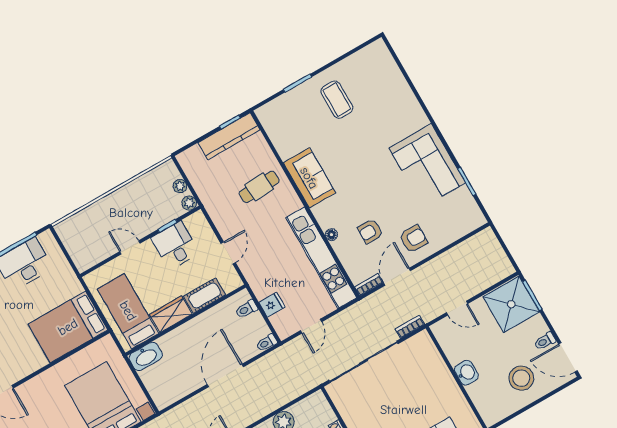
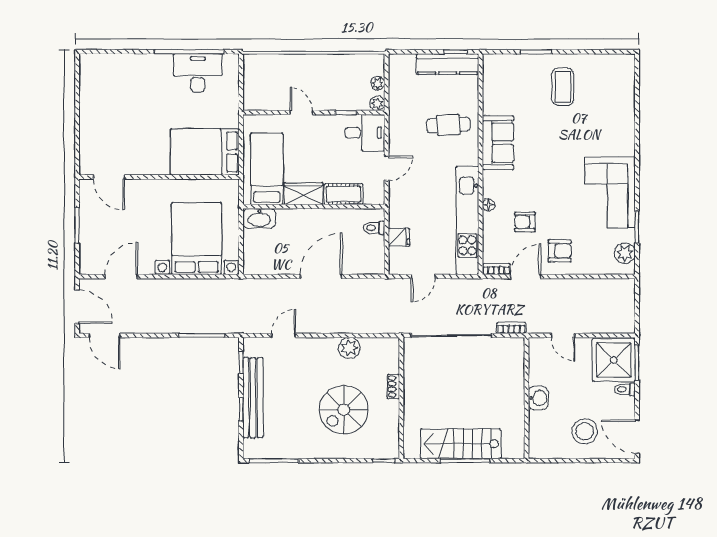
plant: (469, 209) -> (625, 253), added
desk: (175, 245) -> (365, 133), moved, turned 90
toilet: (545, 341) -> (625, 389), moved
toilet: (267, 343) -> (375, 269), removed

